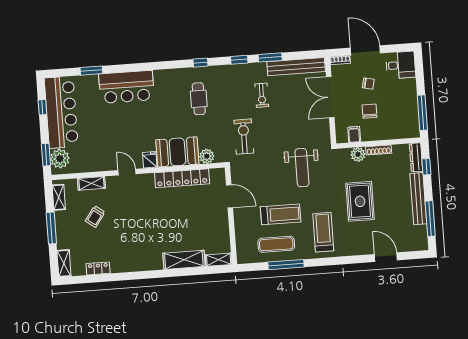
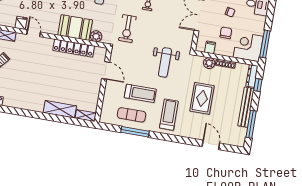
corner desk: (402, 122) -> (248, 47), added
exercise bike: (244, 137) -> (127, 29), turned 180
fridge: (150, 160) -> (21, 23), moved

